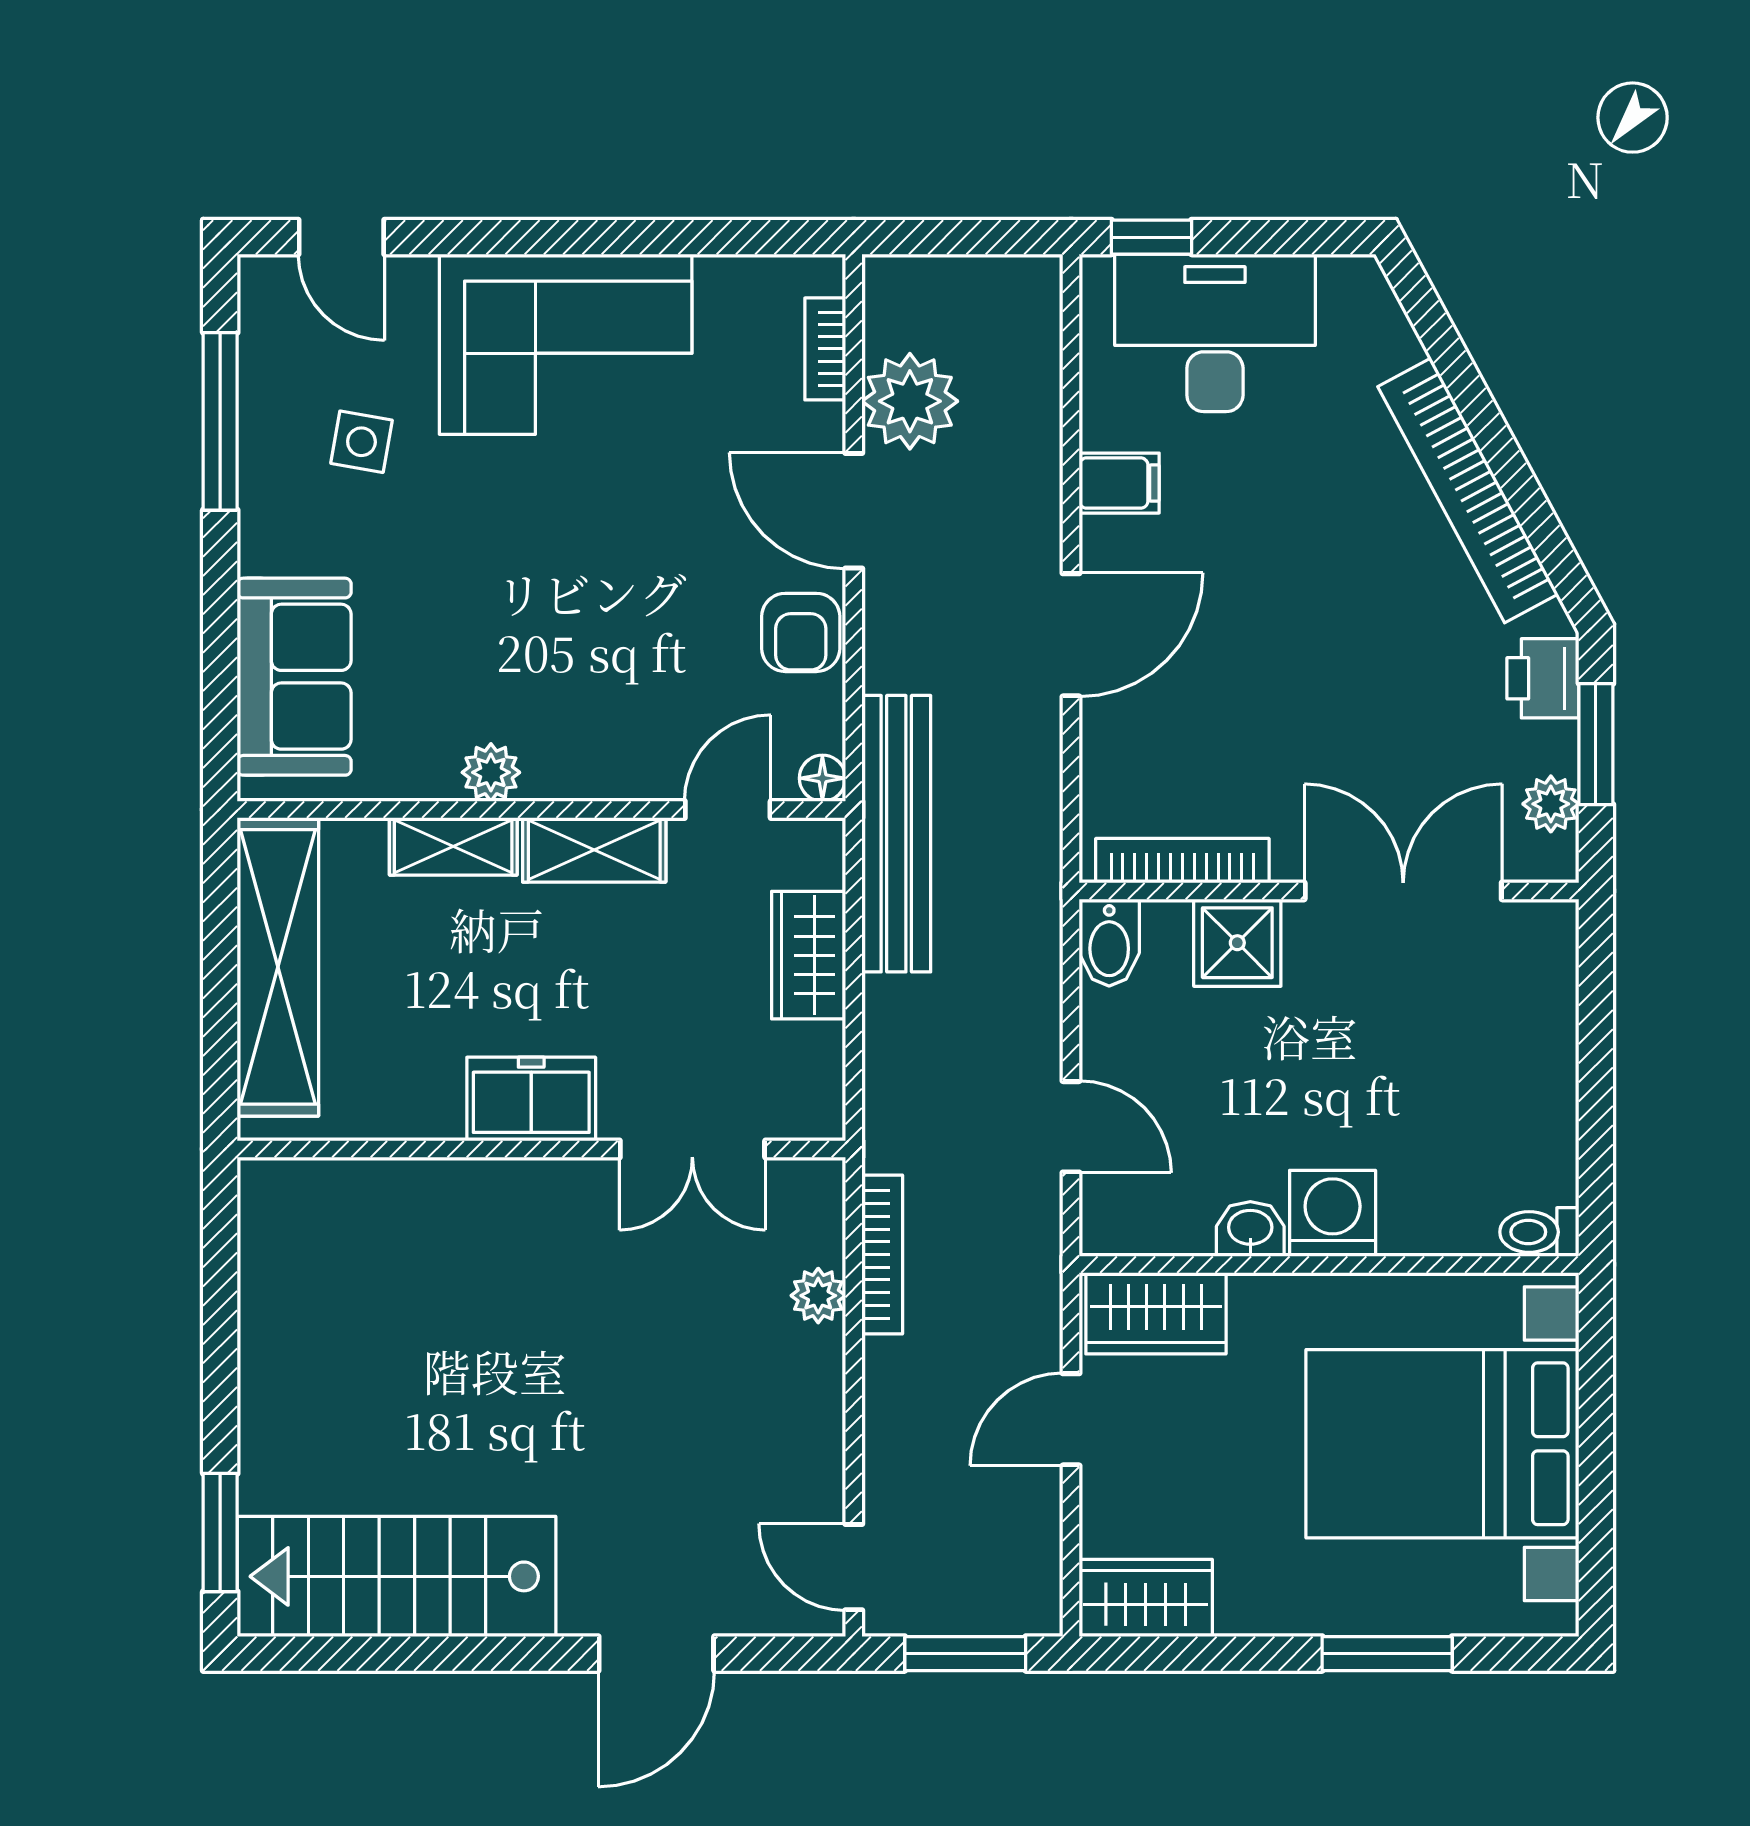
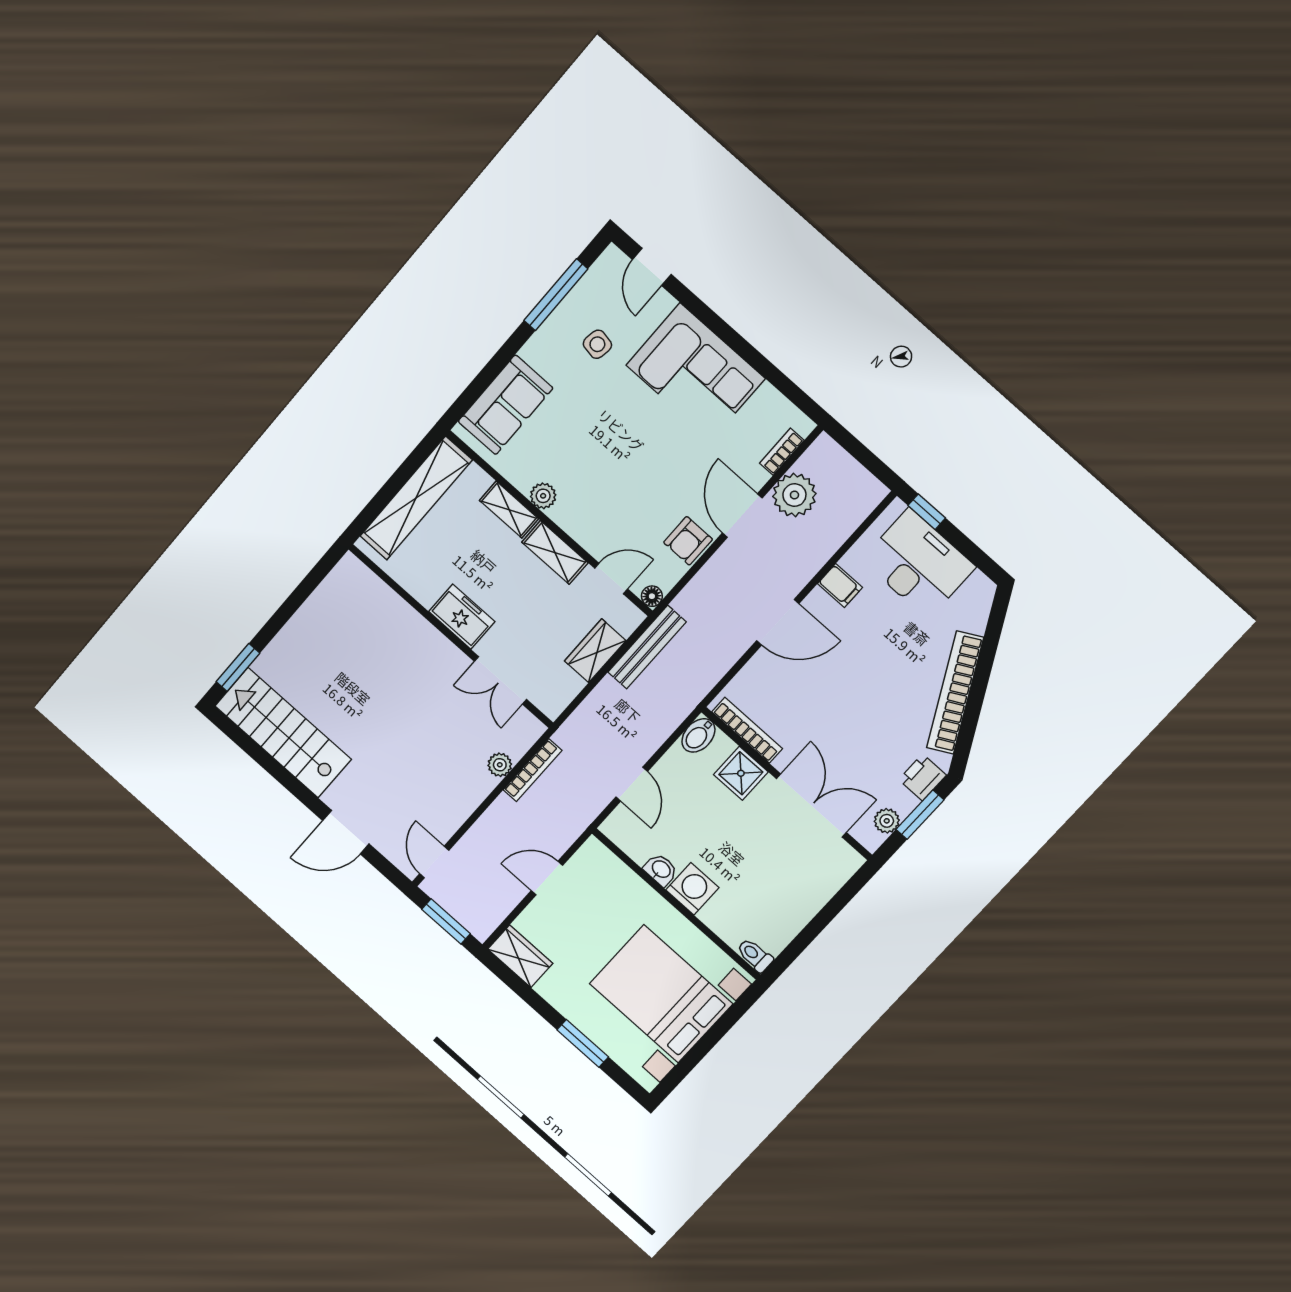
bench: (896, 834) -> (647, 647), width x0.73, depth x0.82
wardrobe: (1156, 1313) -> (605, 869), removed

